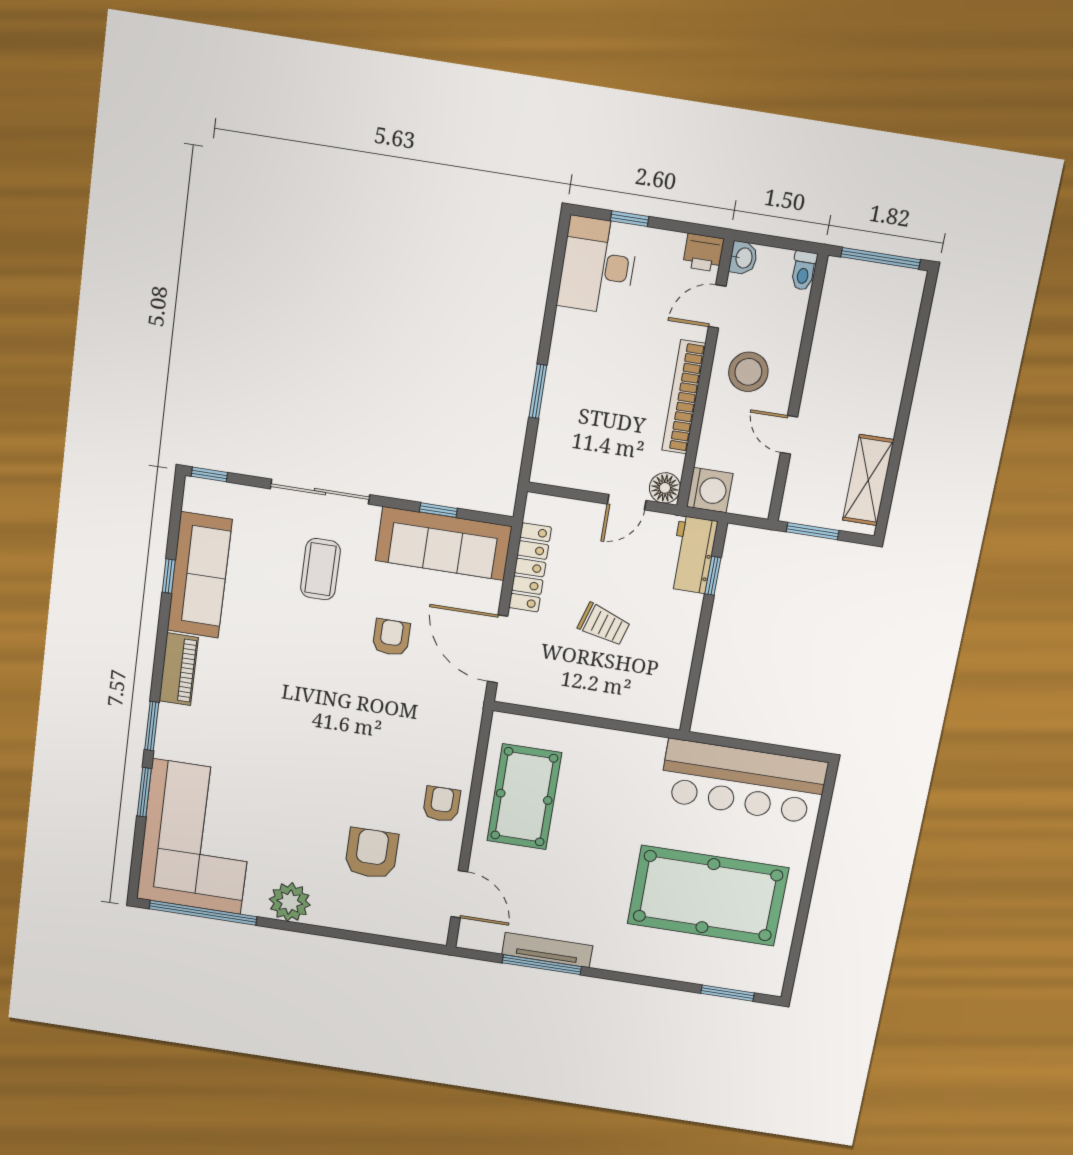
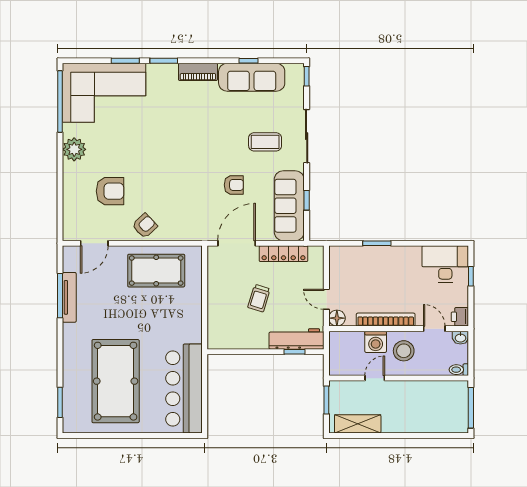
washing machine: (710, 490) -> (376, 342), moved
workbench: (693, 555) -> (296, 339), width x1.37
armchair: (442, 804) -> (145, 226), turned -43

